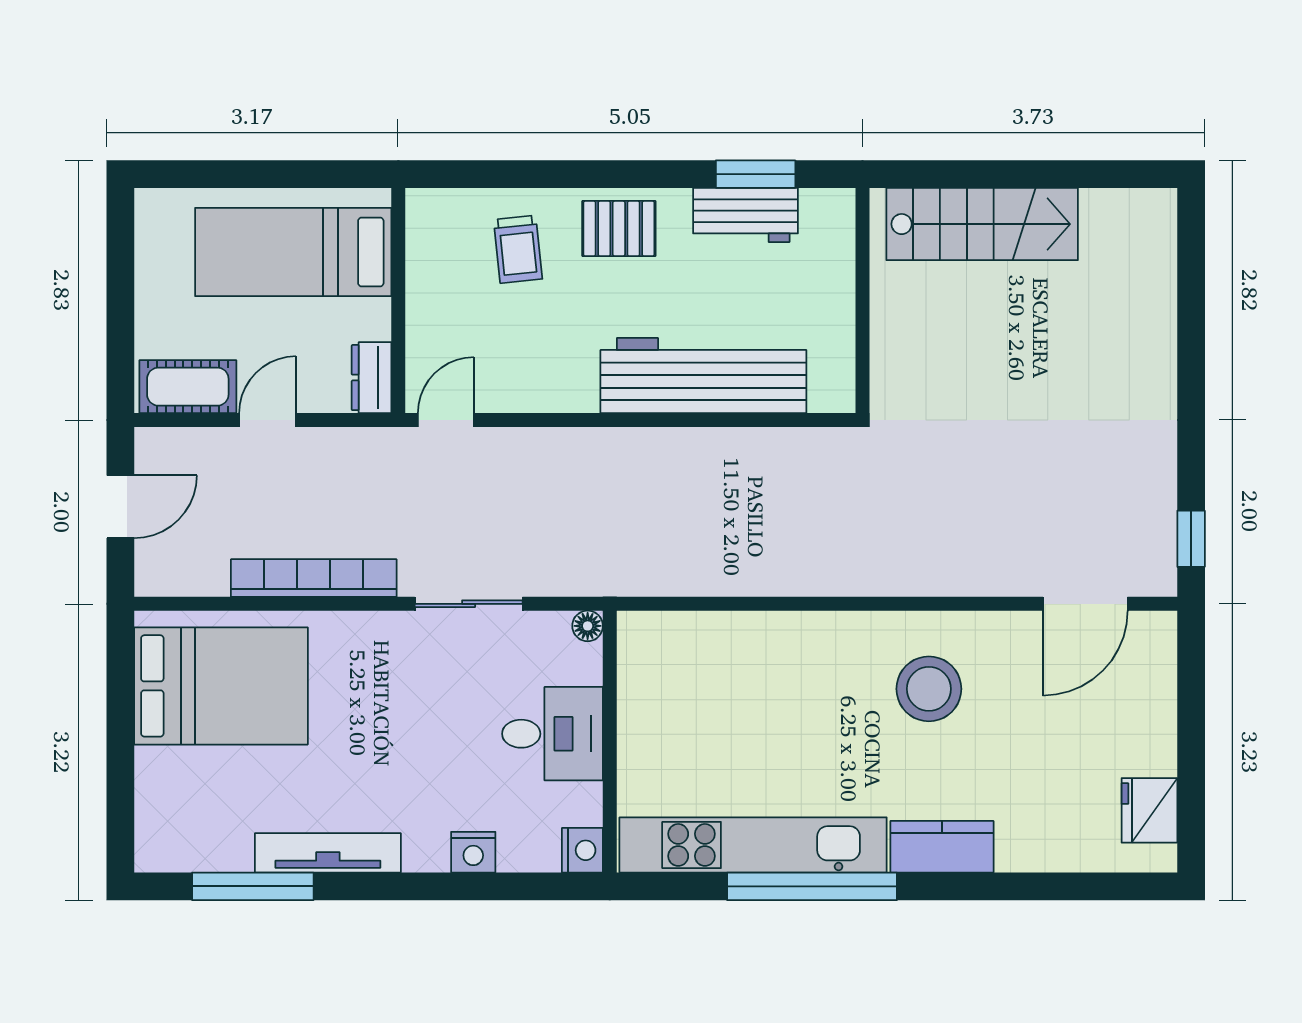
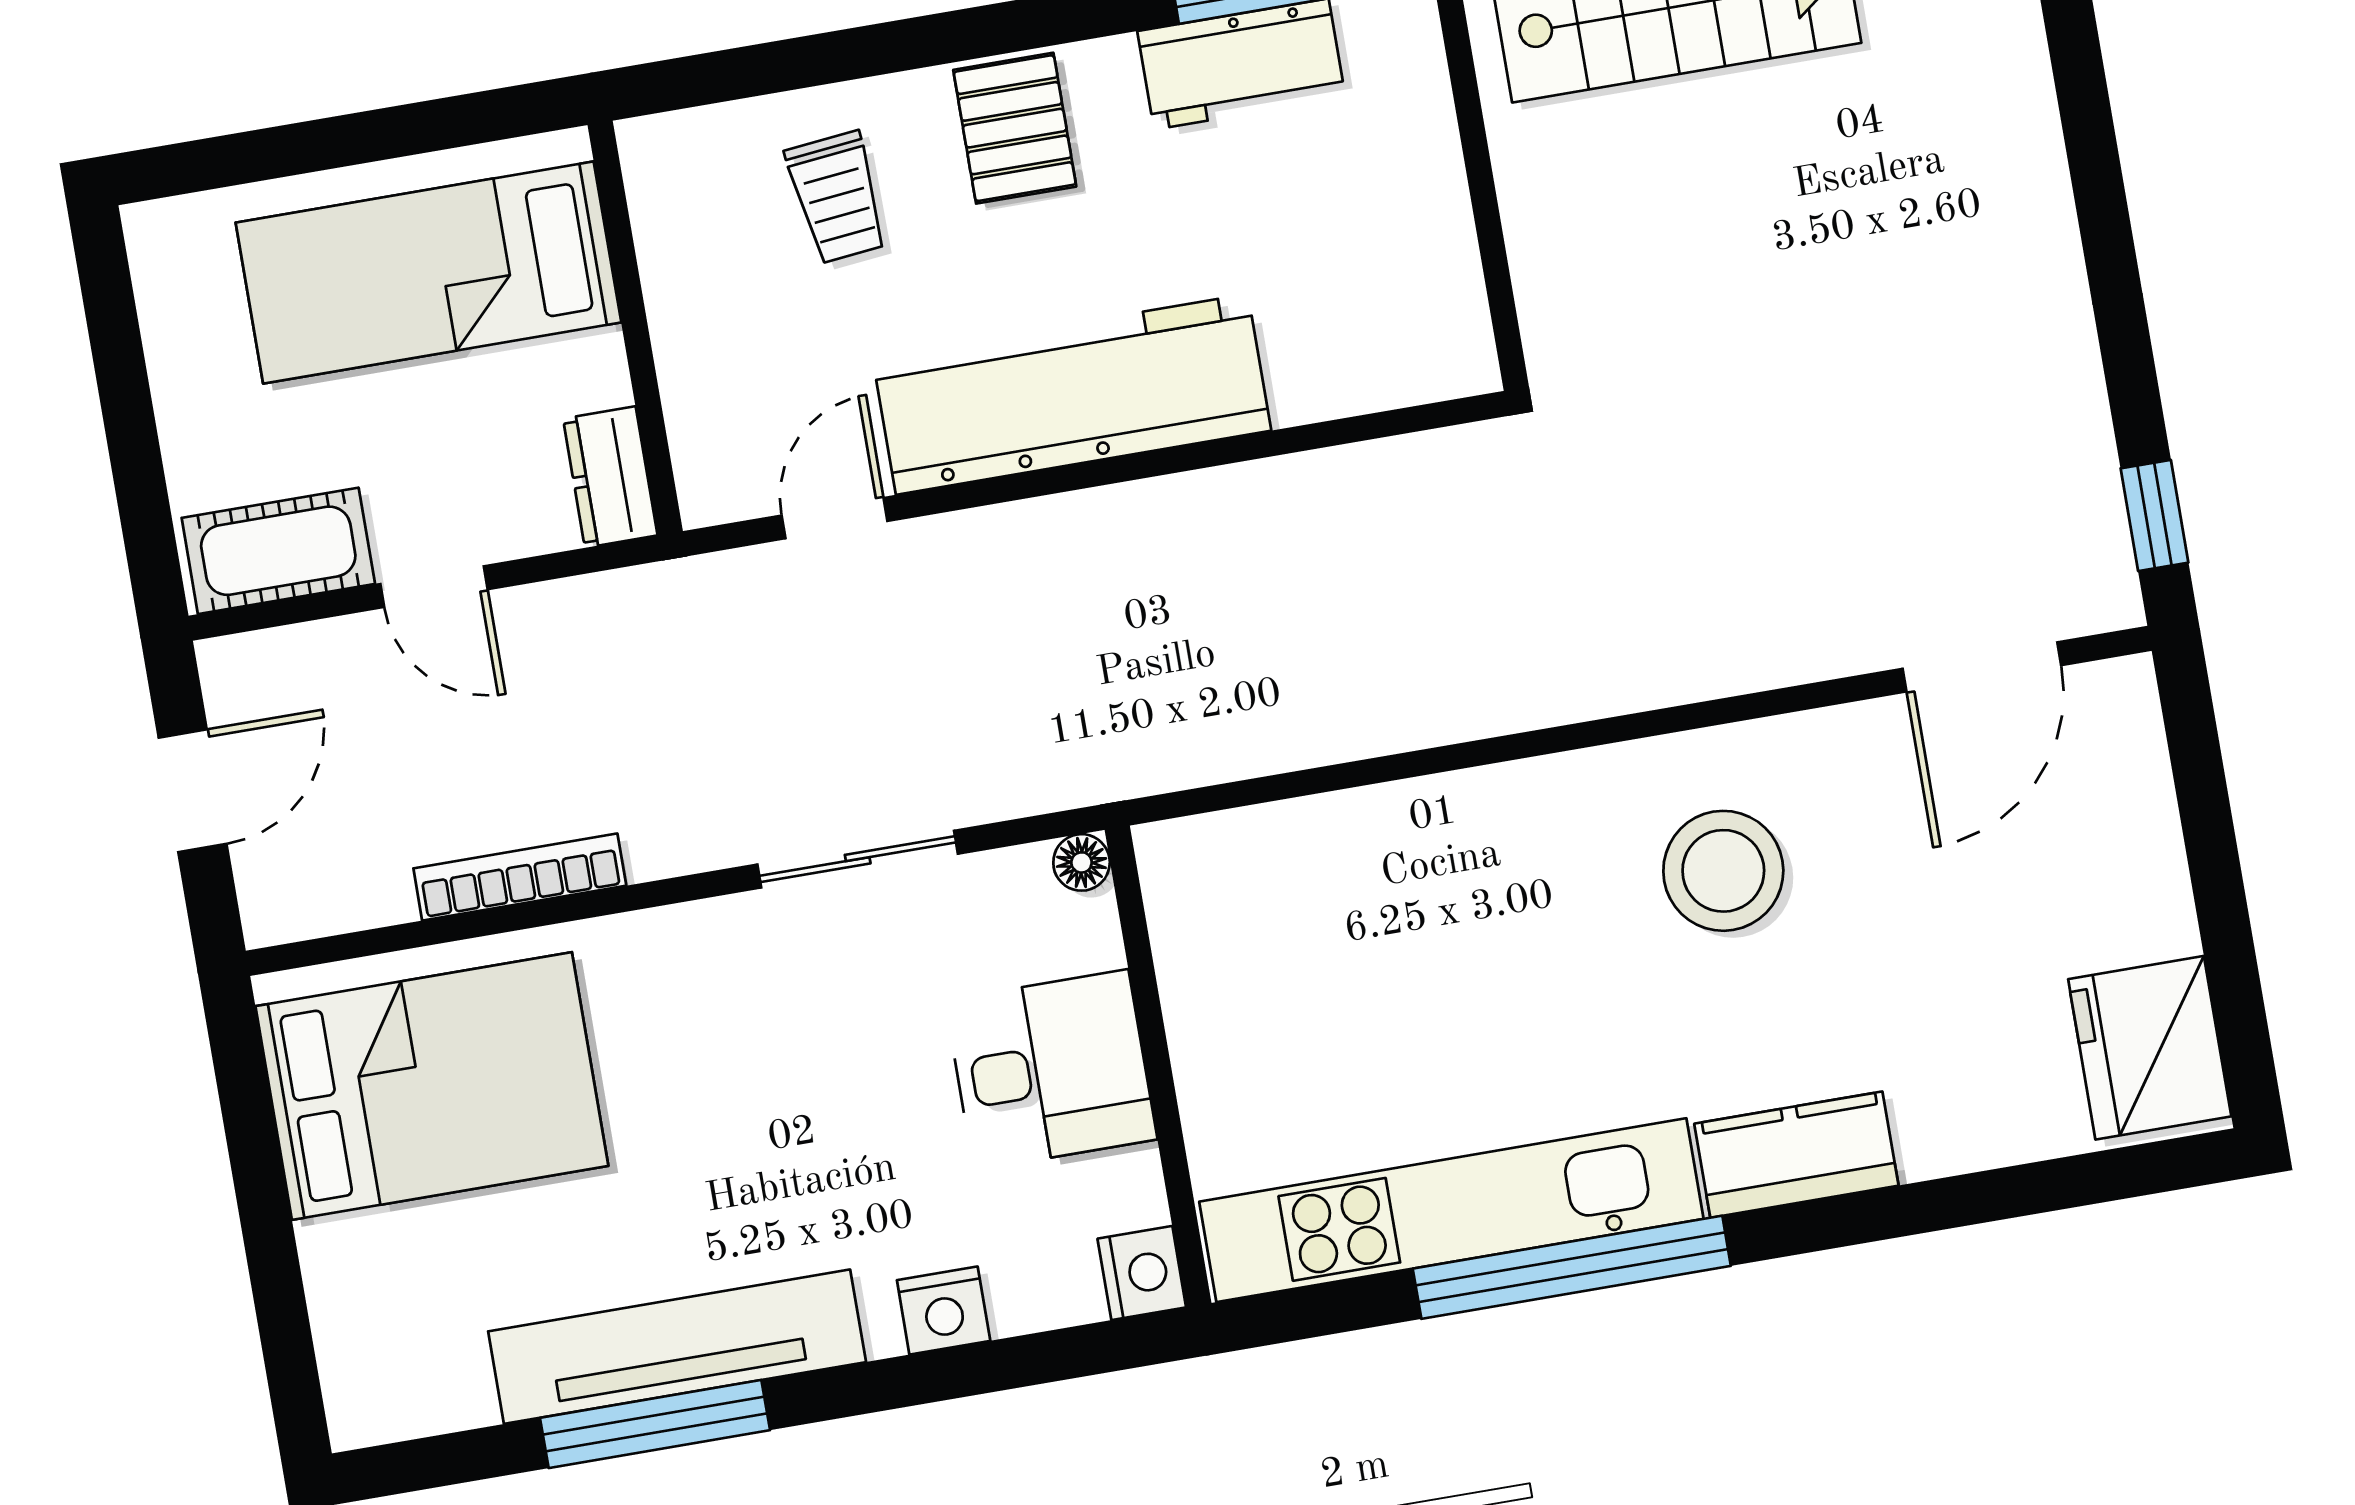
pallet: (619, 229) -> (1015, 128), turned 90
workbench: (703, 376) -> (1072, 394), moved
door: (268, 420) -> (434, 587), swing flipped
door: (446, 420) -> (835, 518), moved
bookcase: (314, 578) -> (520, 877), width x0.68, depth x0.76
fridge: (1149, 810) -> (2150, 1048), width x1.36, depth x1.34
tv unit: (328, 853) -> (677, 1347), width x1.36, depth x1.29
window: (253, 886) -> (655, 1424), moved

